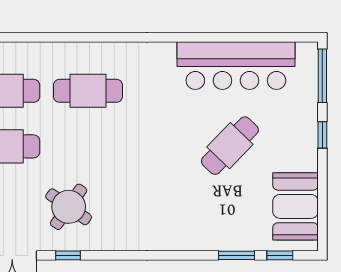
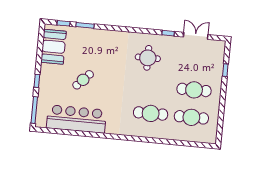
cafe table: (230, 146) -> (83, 80), width x0.73, depth x0.74
round table: (69, 207) -> (148, 58), moved, turned -35

